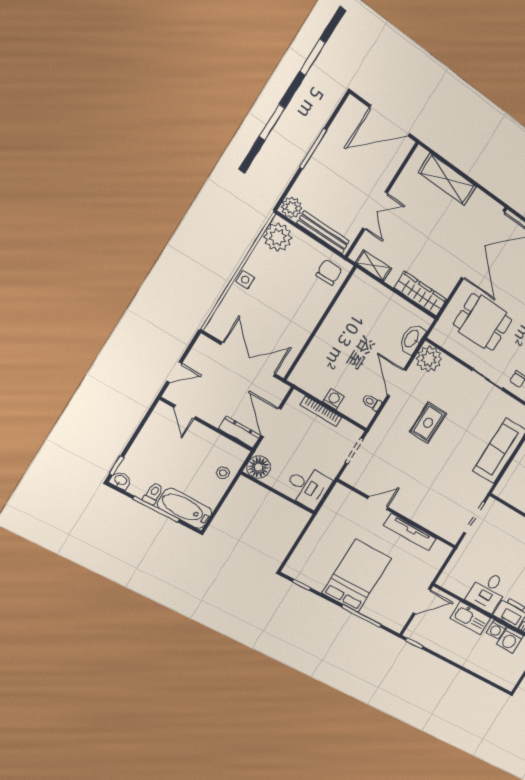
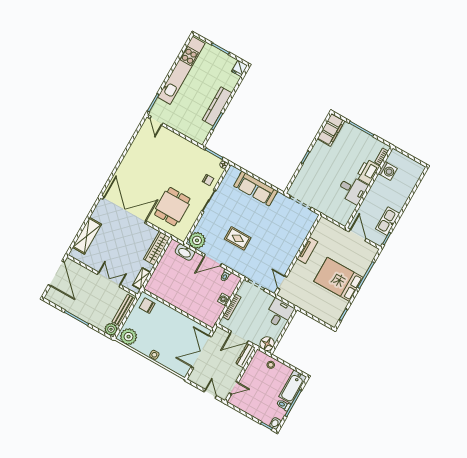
door: (378, 503) -> (282, 283), moved
tv unit: (410, 532) -> (307, 250), width x0.71
kitchen sink: (470, 618) -> (388, 221), moved, turned 180
washing machine: (496, 630) -> (380, 182), removed

